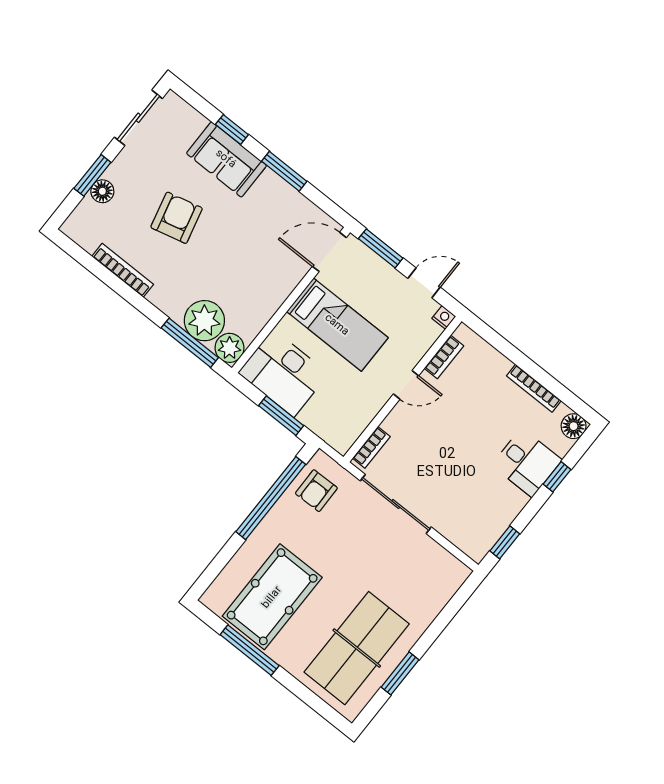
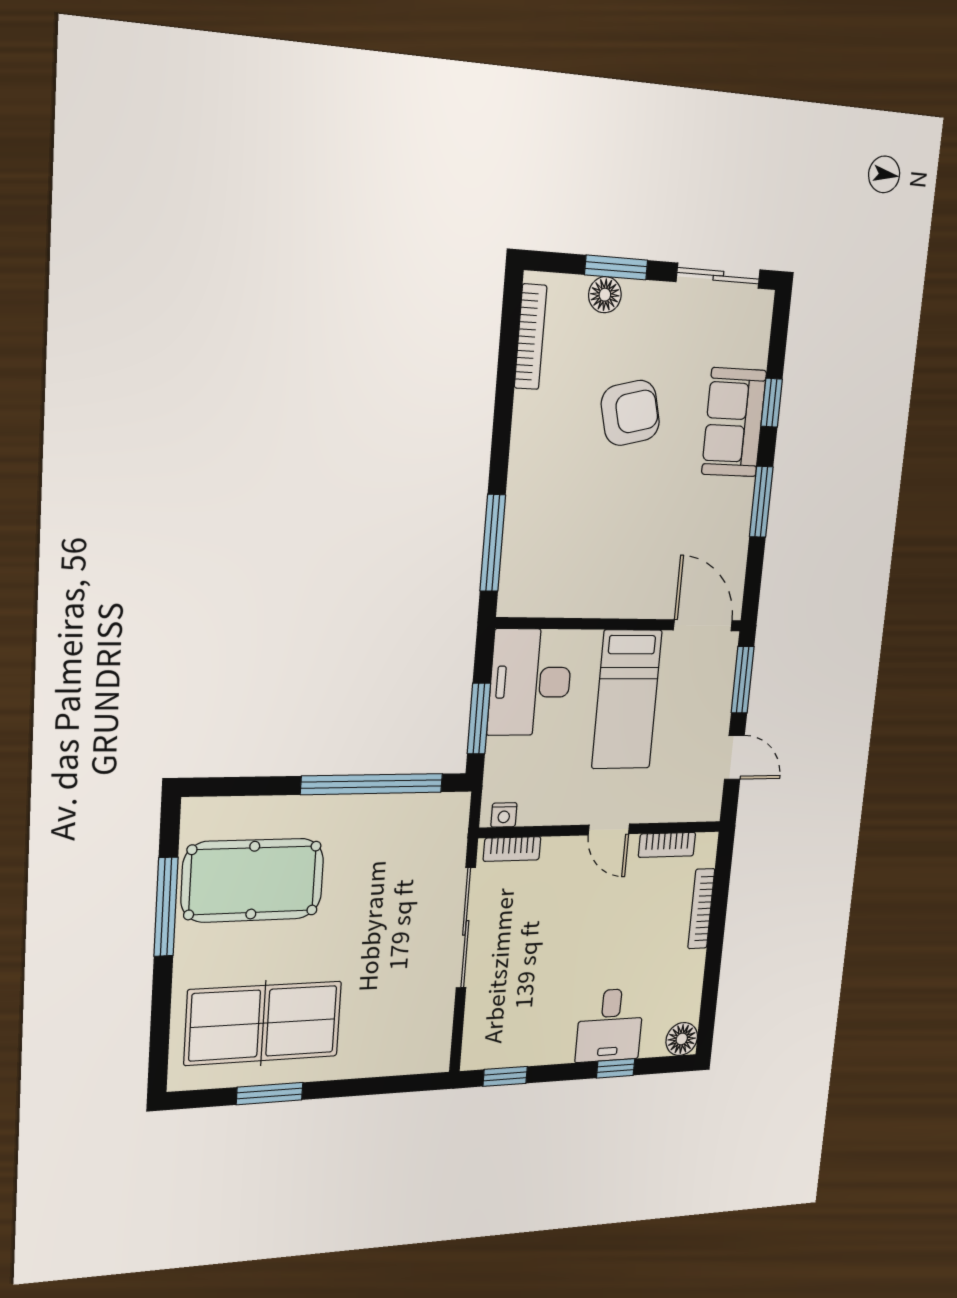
bookcase: (123, 270) -> (531, 337), moved
nightstand: (444, 317) -> (504, 815), moved, turned 90
plant: (204, 321) -> (531, 540), removed
plant: (229, 348) -> (518, 596), removed
bookcase: (534, 388) -> (701, 909), moved
armchair: (316, 491) -> (418, 829), removed

